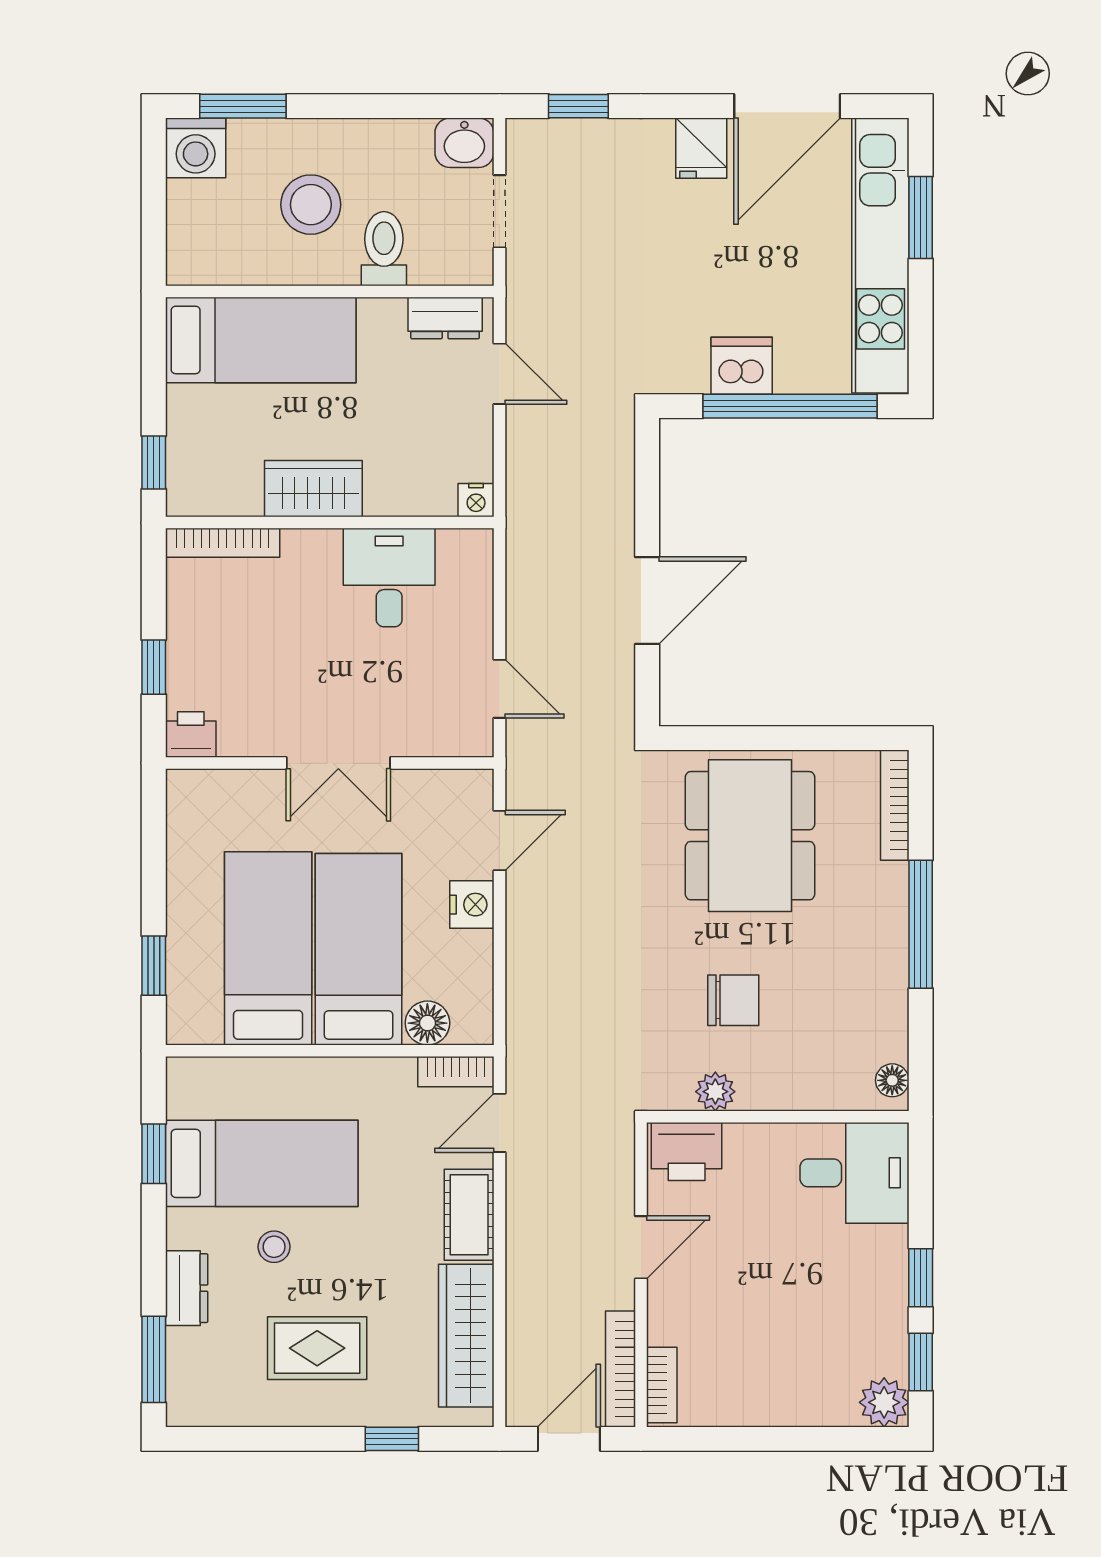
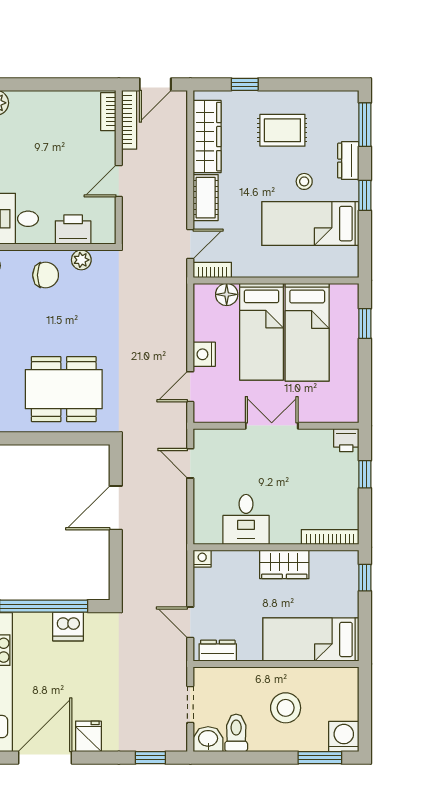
toilet: (384, 249) -> (236, 733), moved, turned 180
dining table: (750, 836) -> (64, 389), turned 90
chair: (733, 1000) -> (46, 275), moved, turned 180
printer: (687, 1151) -> (73, 230), moved
window: (154, 1154) -> (365, 195), moved

